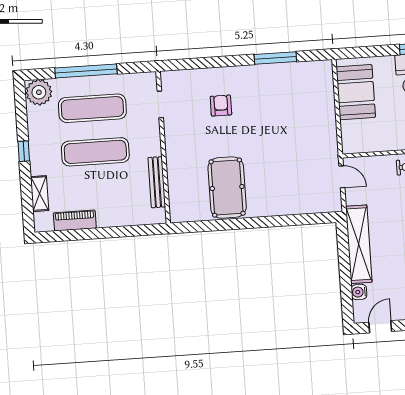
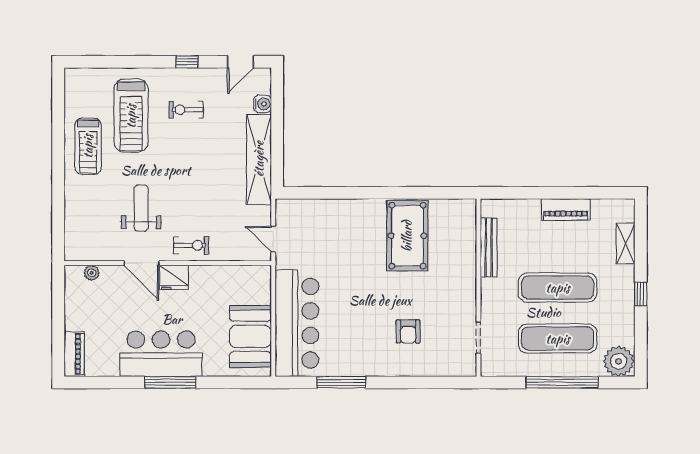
bar counter: (317, 106) -> (297, 323), added
piano: (75, 220) -> (566, 210), moved

